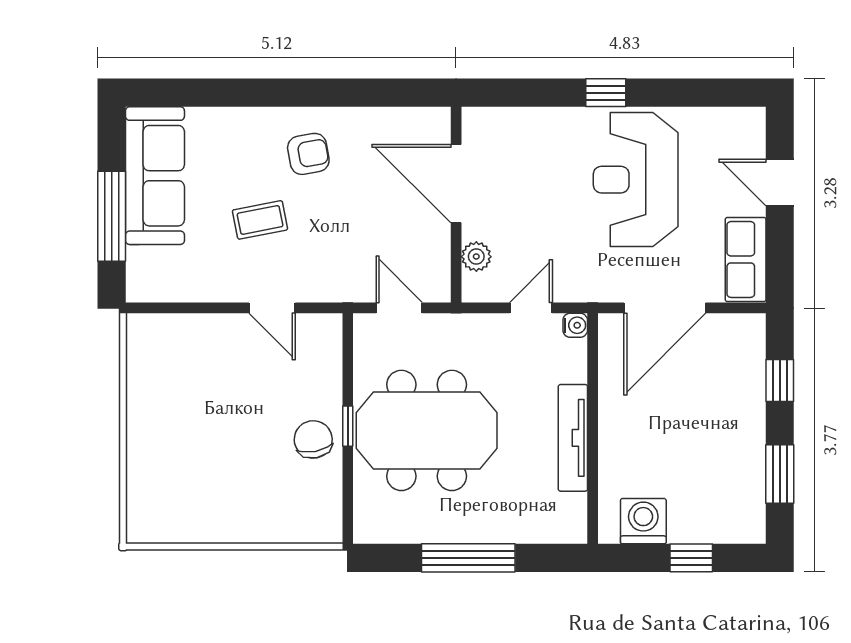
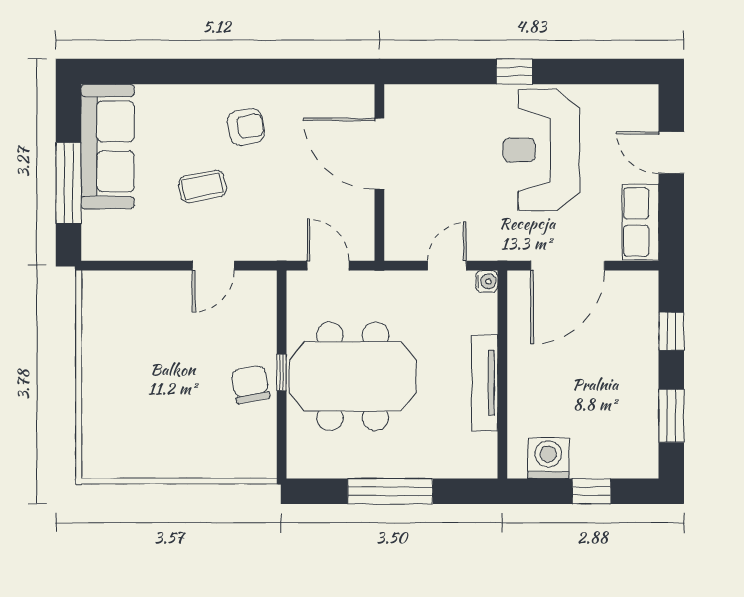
plant: (476, 257) -> (398, 219), removed
door: (272, 308) -> (213, 266), hinge flipped

